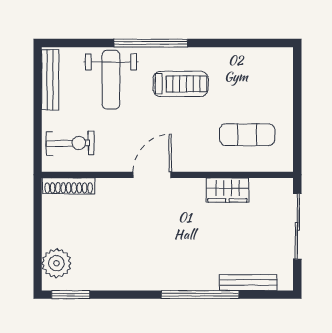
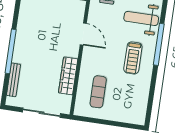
wardrobe: (227, 190) -> (68, 76), width x1.50

